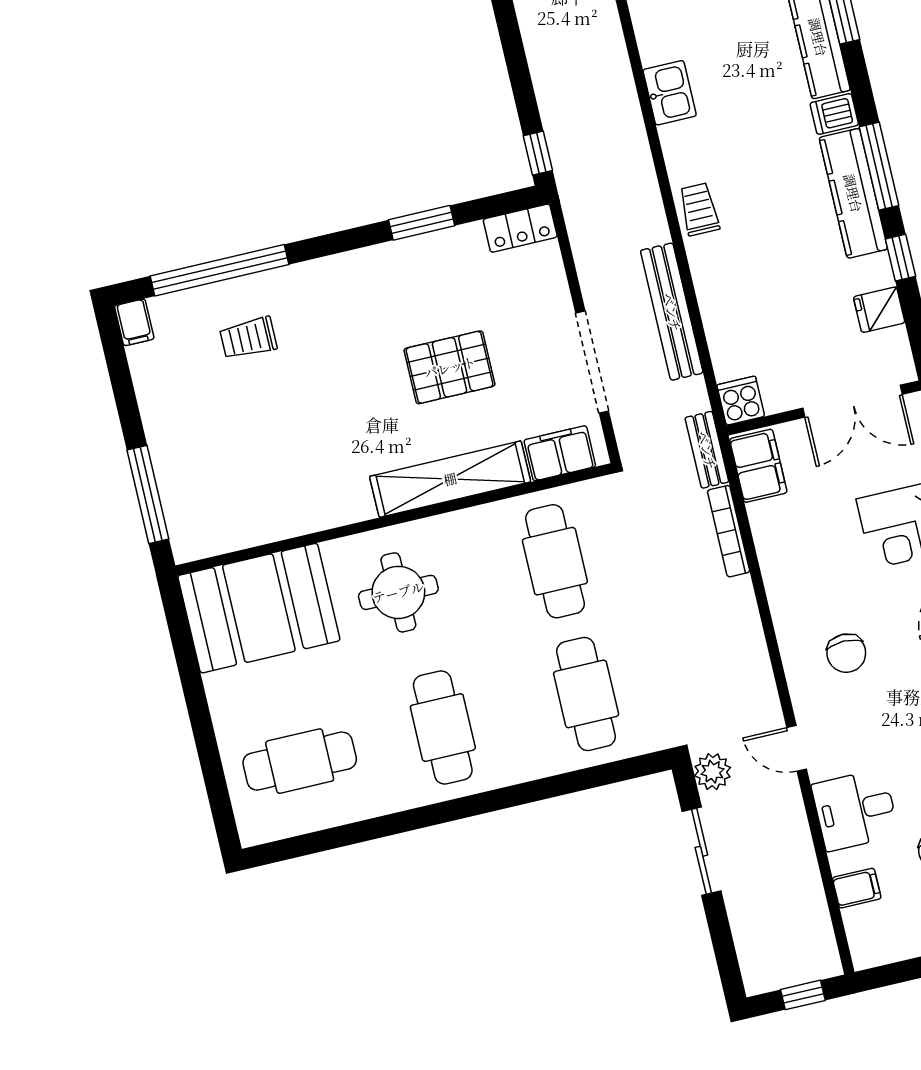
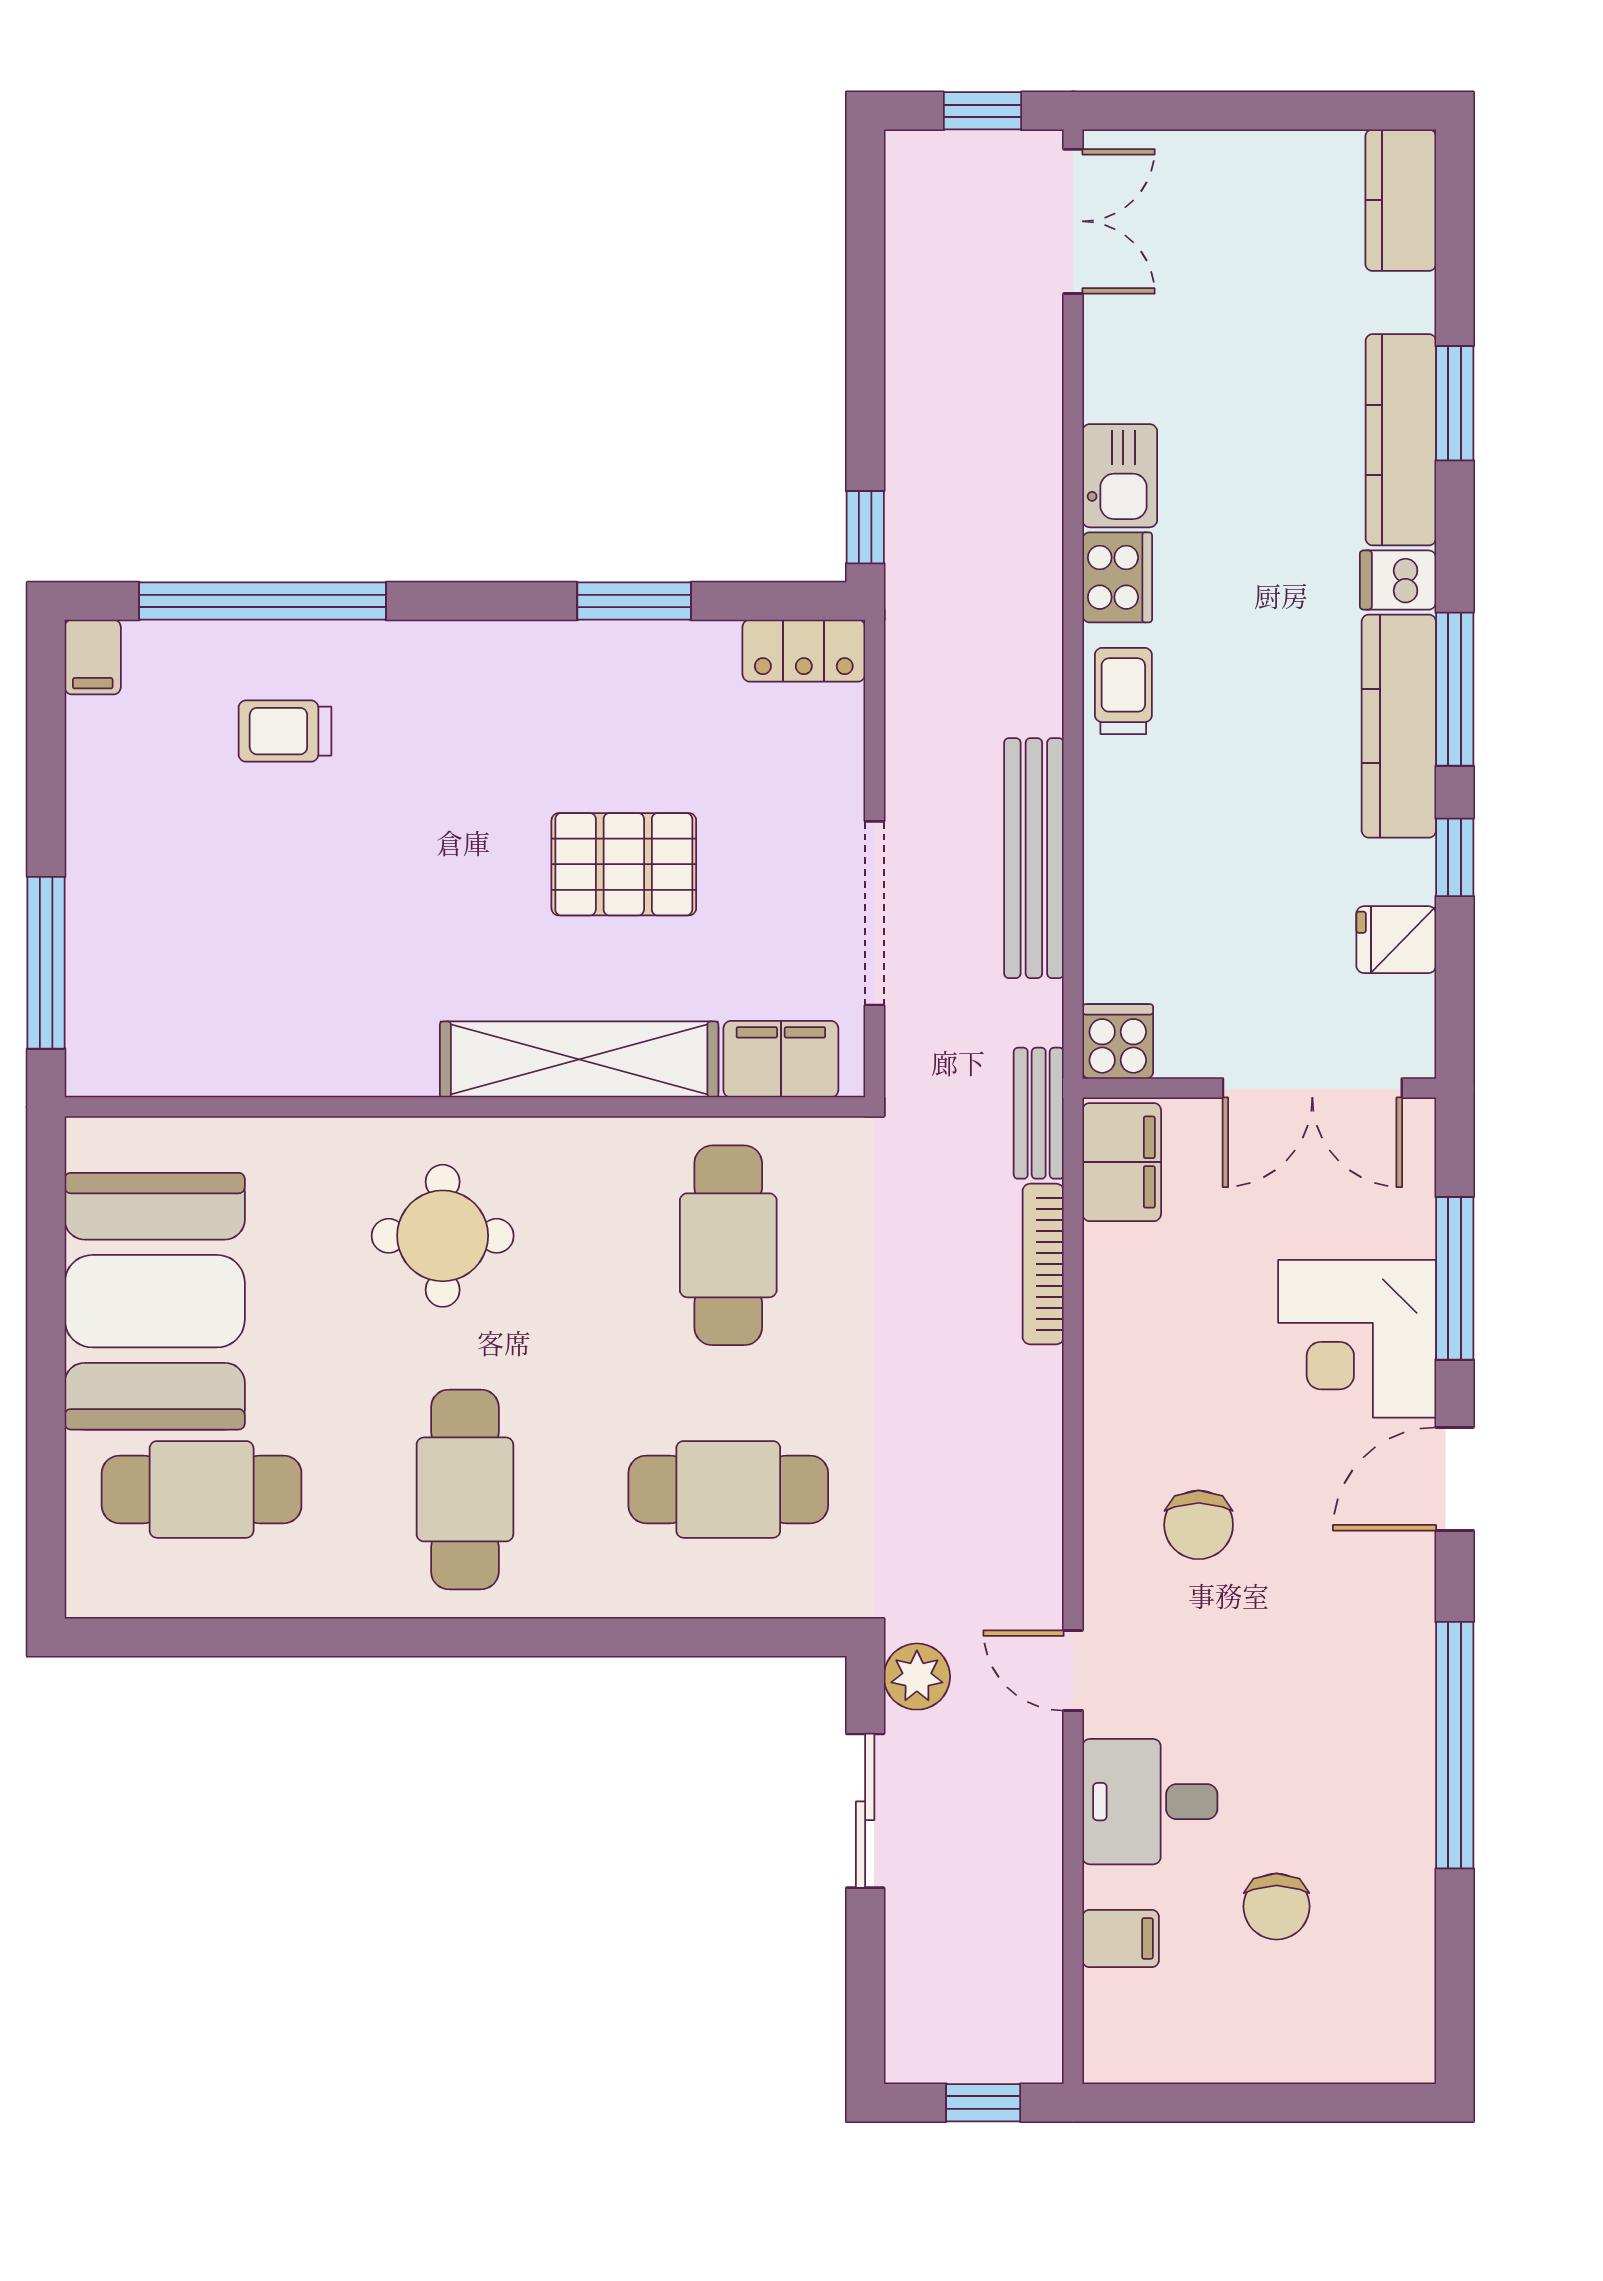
cooker: (681, 148) -> (1117, 577), added
booth: (259, 608) -> (155, 1301), moved, turned 90
cafe table: (586, 694) -> (728, 1489), turned 90

